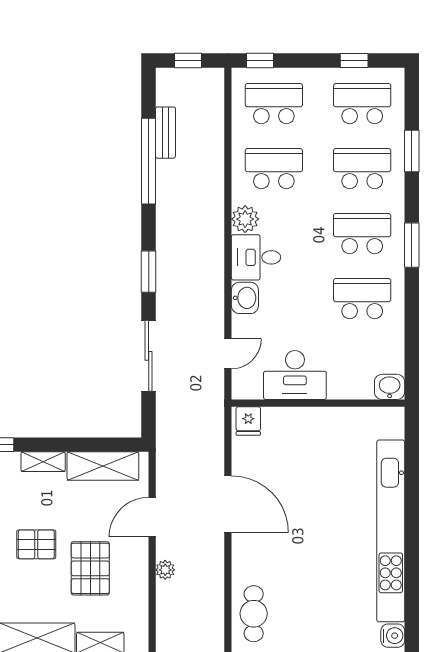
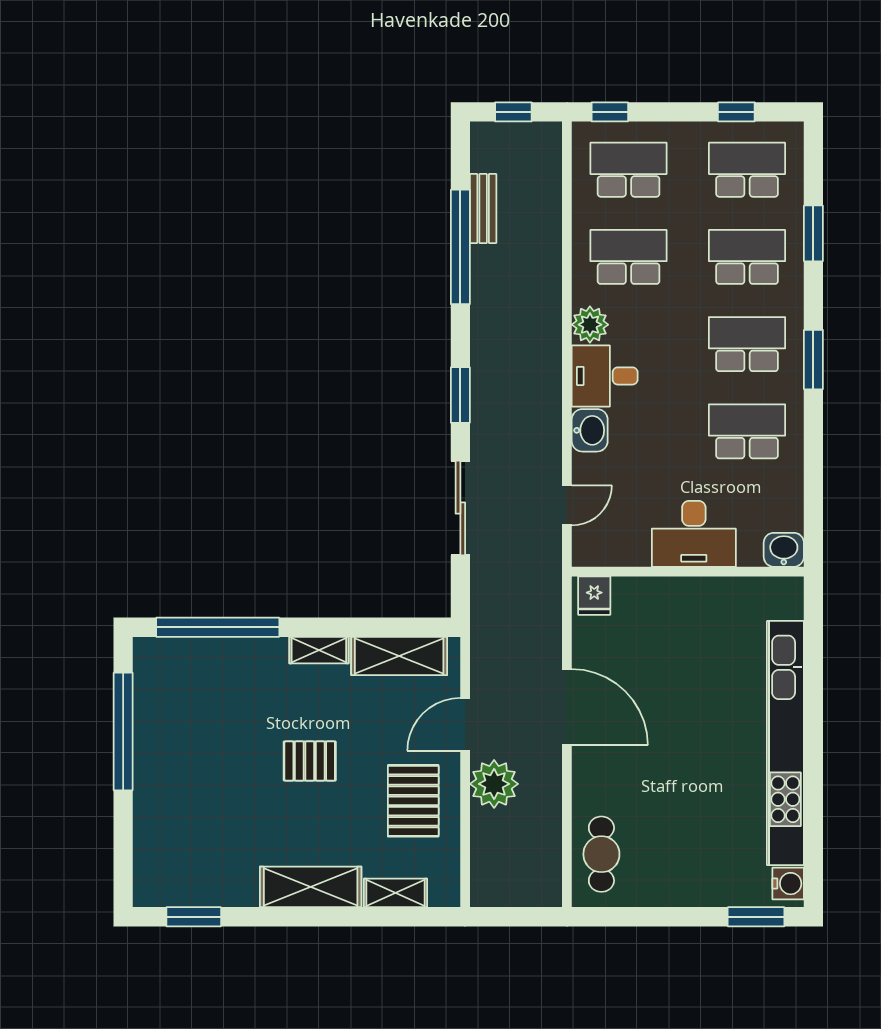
desk: (295, 375) -> (694, 534), moved
pallet: (90, 568) -> (413, 801), moved
plant: (165, 570) -> (494, 784), width x1.88, depth x1.88

